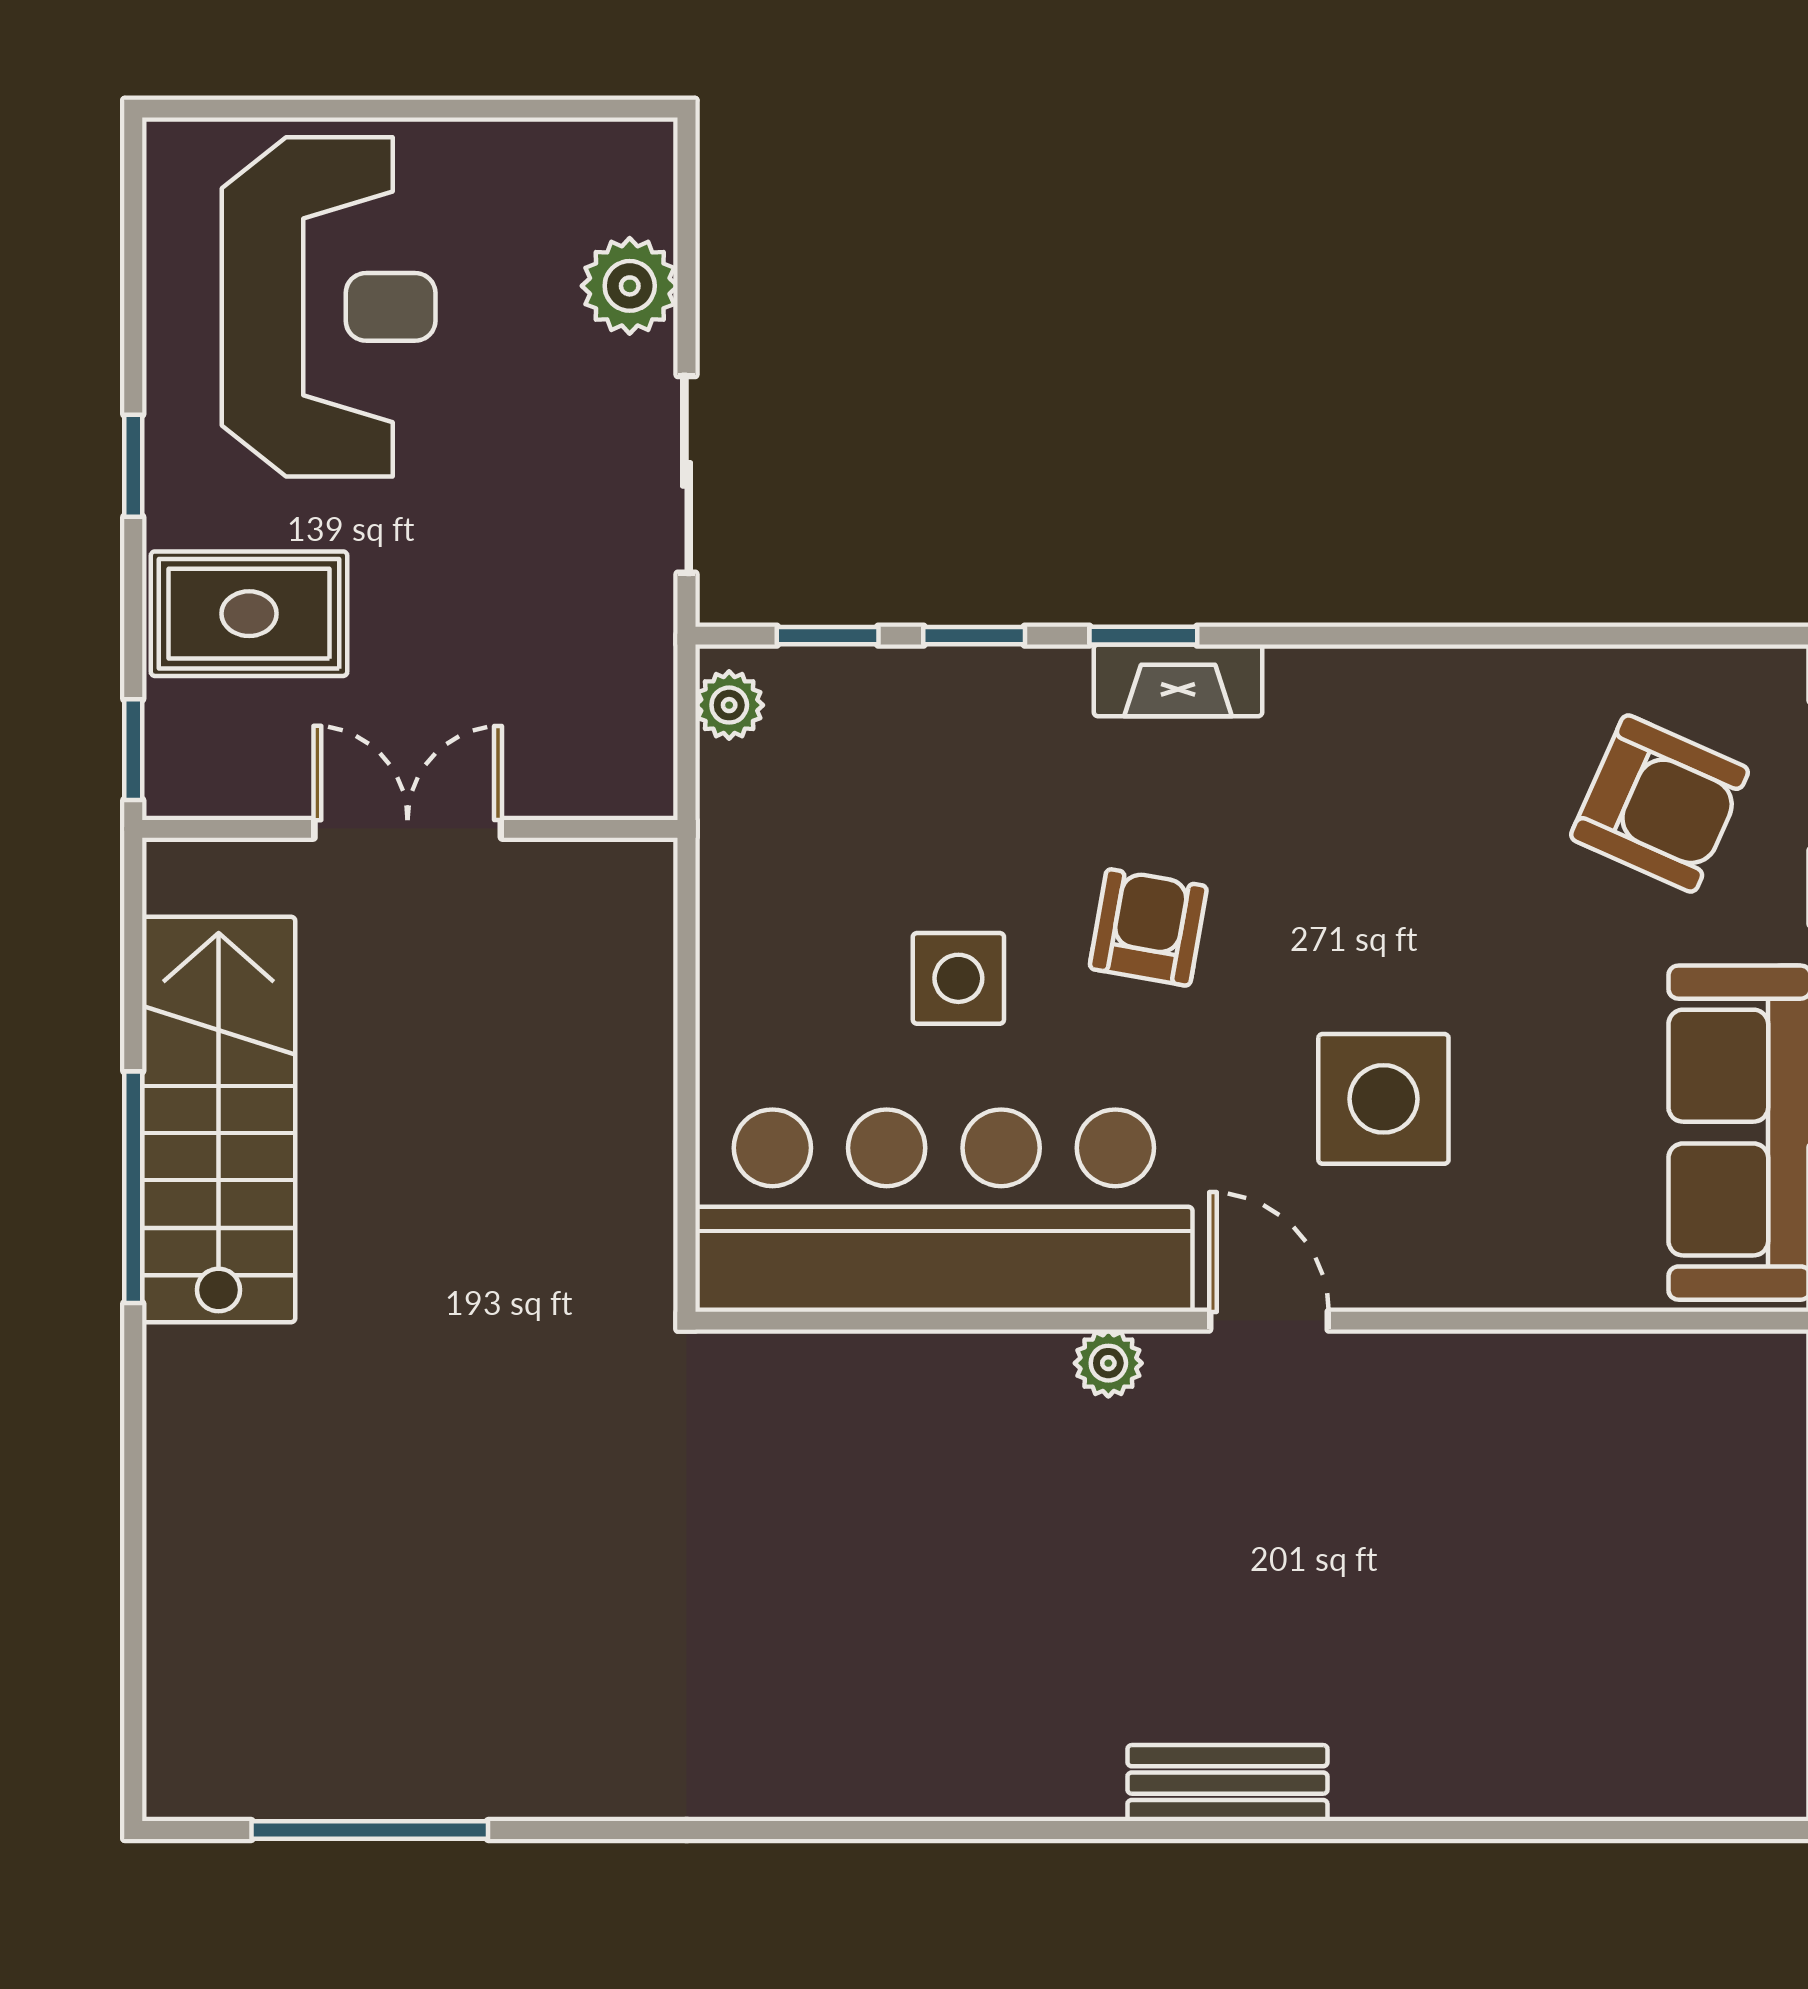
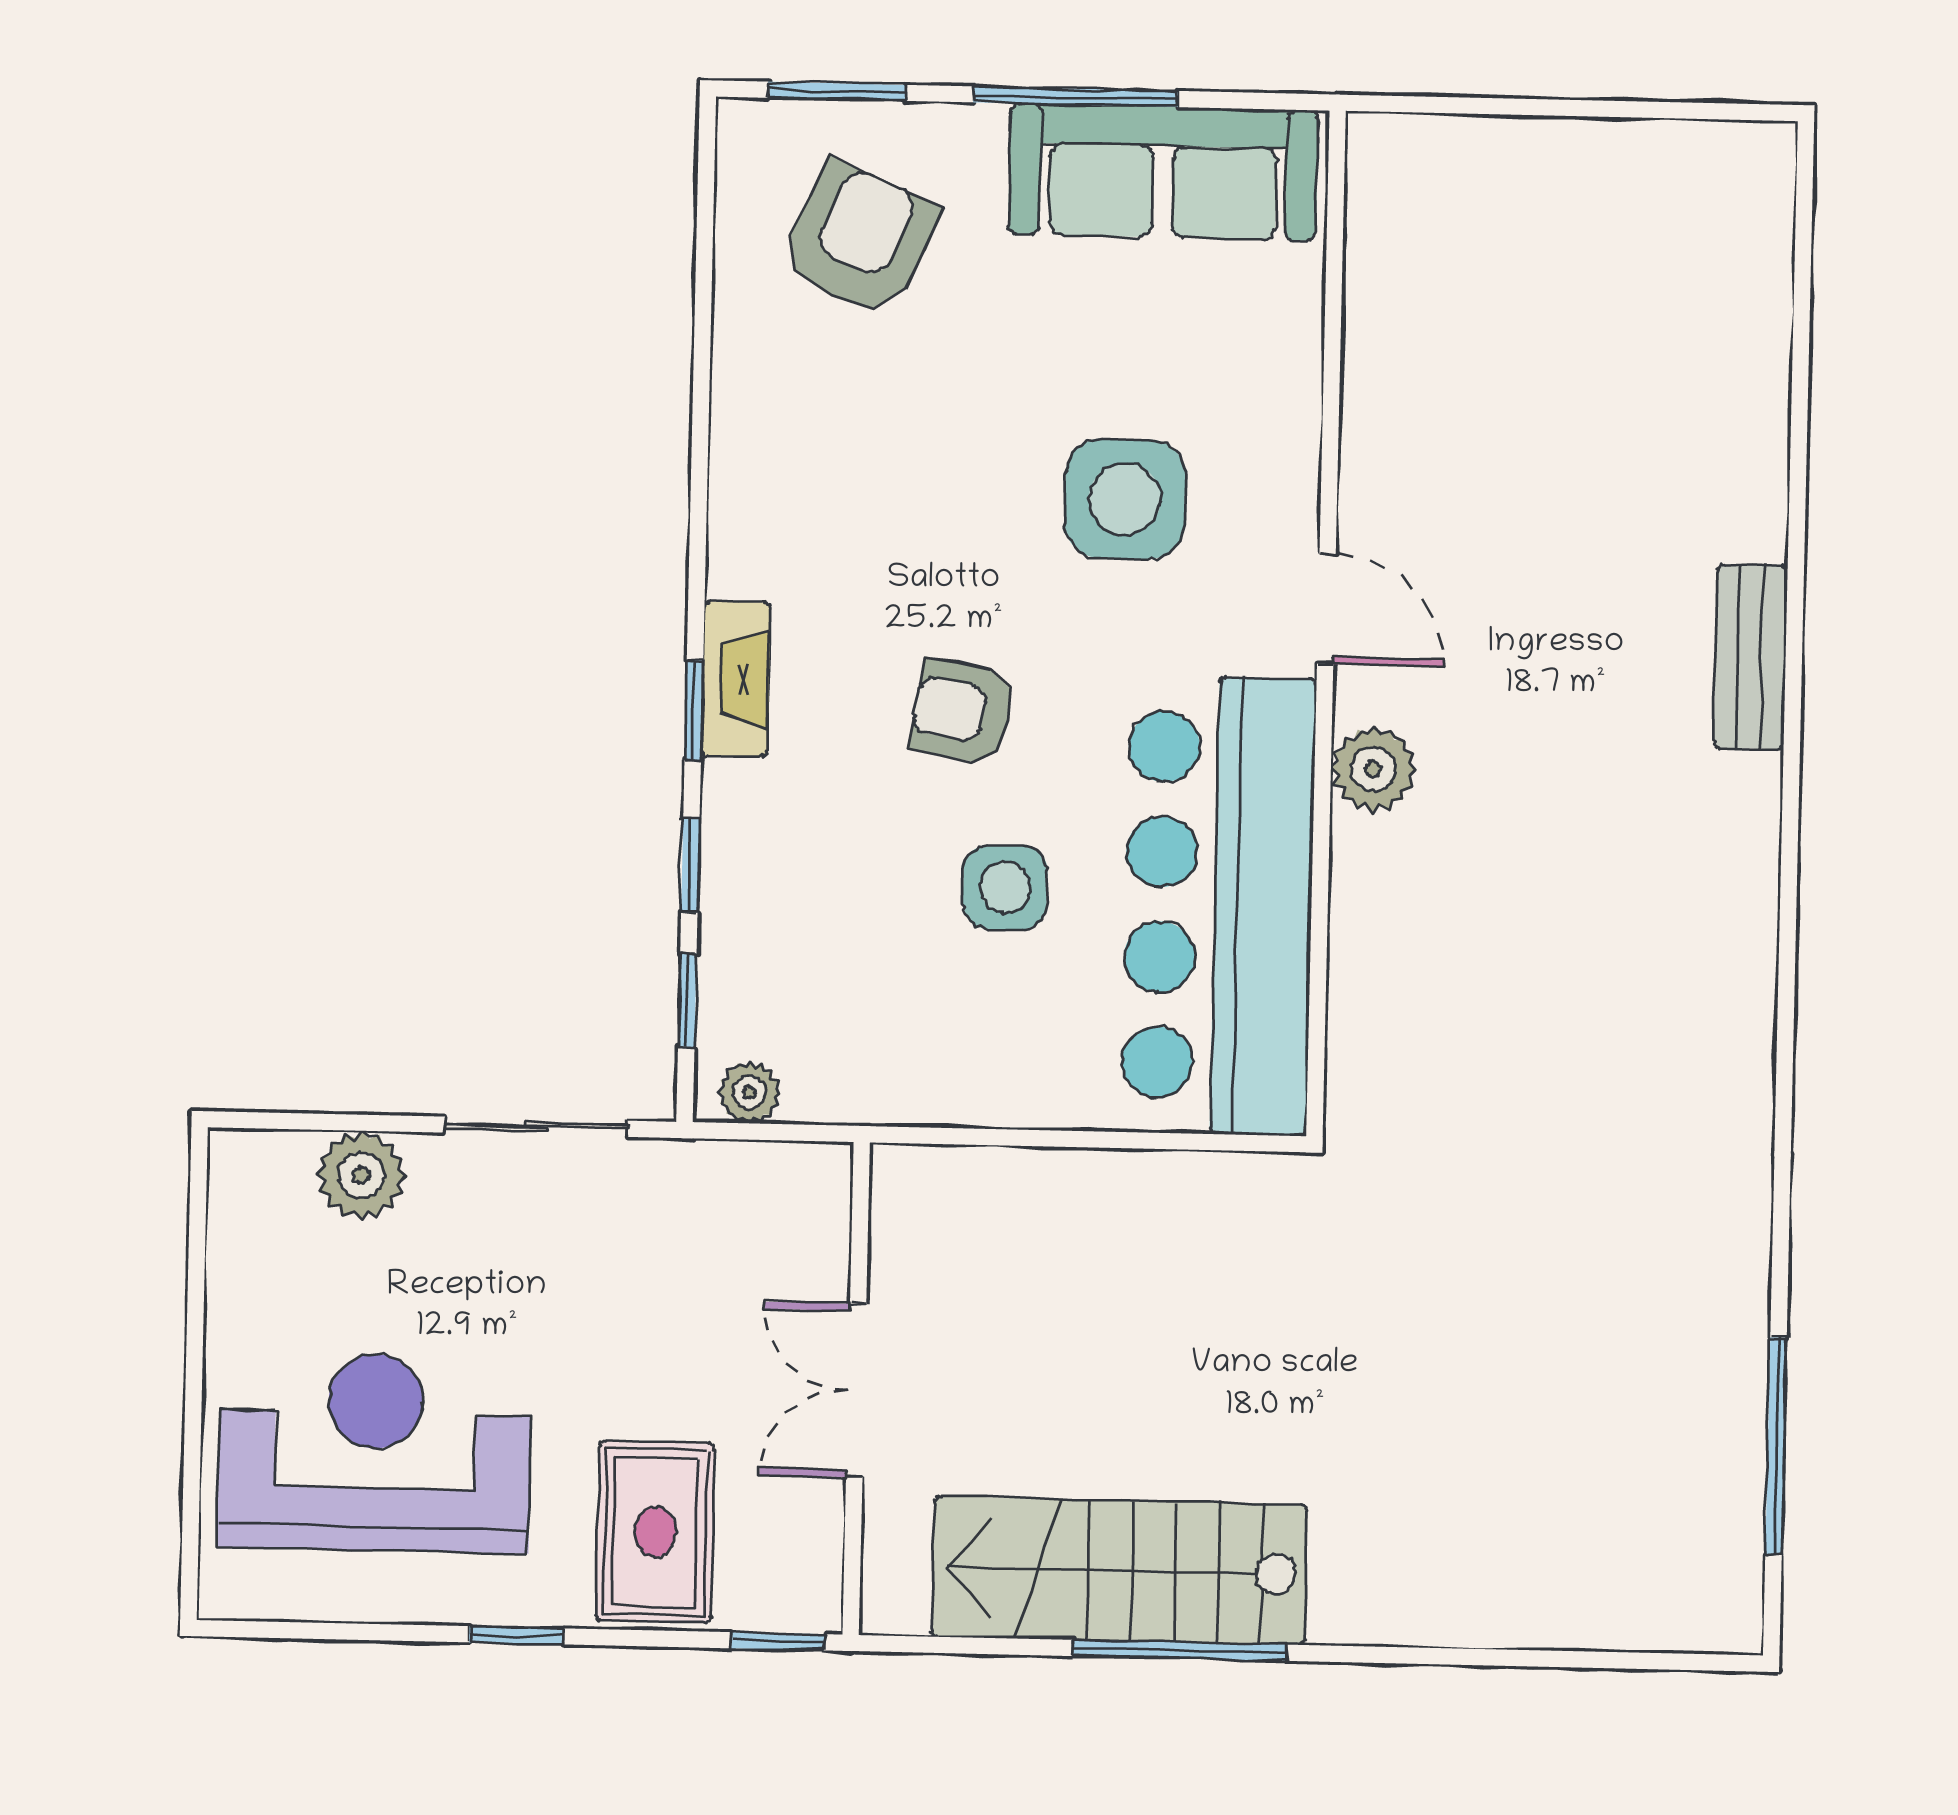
door: (1269, 1321) -> (1326, 609), swing flipped
plant: (1108, 1363) -> (1373, 769), width x1.38, depth x1.38

